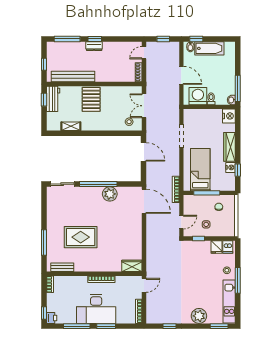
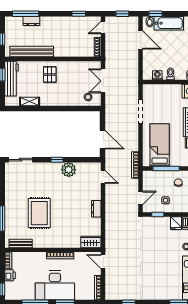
window: (95, 39) -> (79, 14), moved
dresser: (94, 46) -> (31, 21), moved
door: (181, 75) -> (141, 40), moved
washing machine: (198, 96) -> (157, 75), width x0.53, depth x0.53
workbench: (53, 99) -> (12, 79), width x1.37
pallet: (91, 99) -> (50, 74), width x0.67, depth x0.71
door: (144, 152) -> (102, 140), moved
window: (98, 184) -> (57, 160), width x0.32
door: (144, 201) -> (103, 177), width x0.53
dresser: (137, 233) -> (96, 209), added
rug: (81, 237) -> (39, 213), turned 90
door: (144, 285) -> (103, 262), swing flipped
plant: (199, 316) -> (158, 292), removed
printer: (52, 318) -> (10, 275), moved

